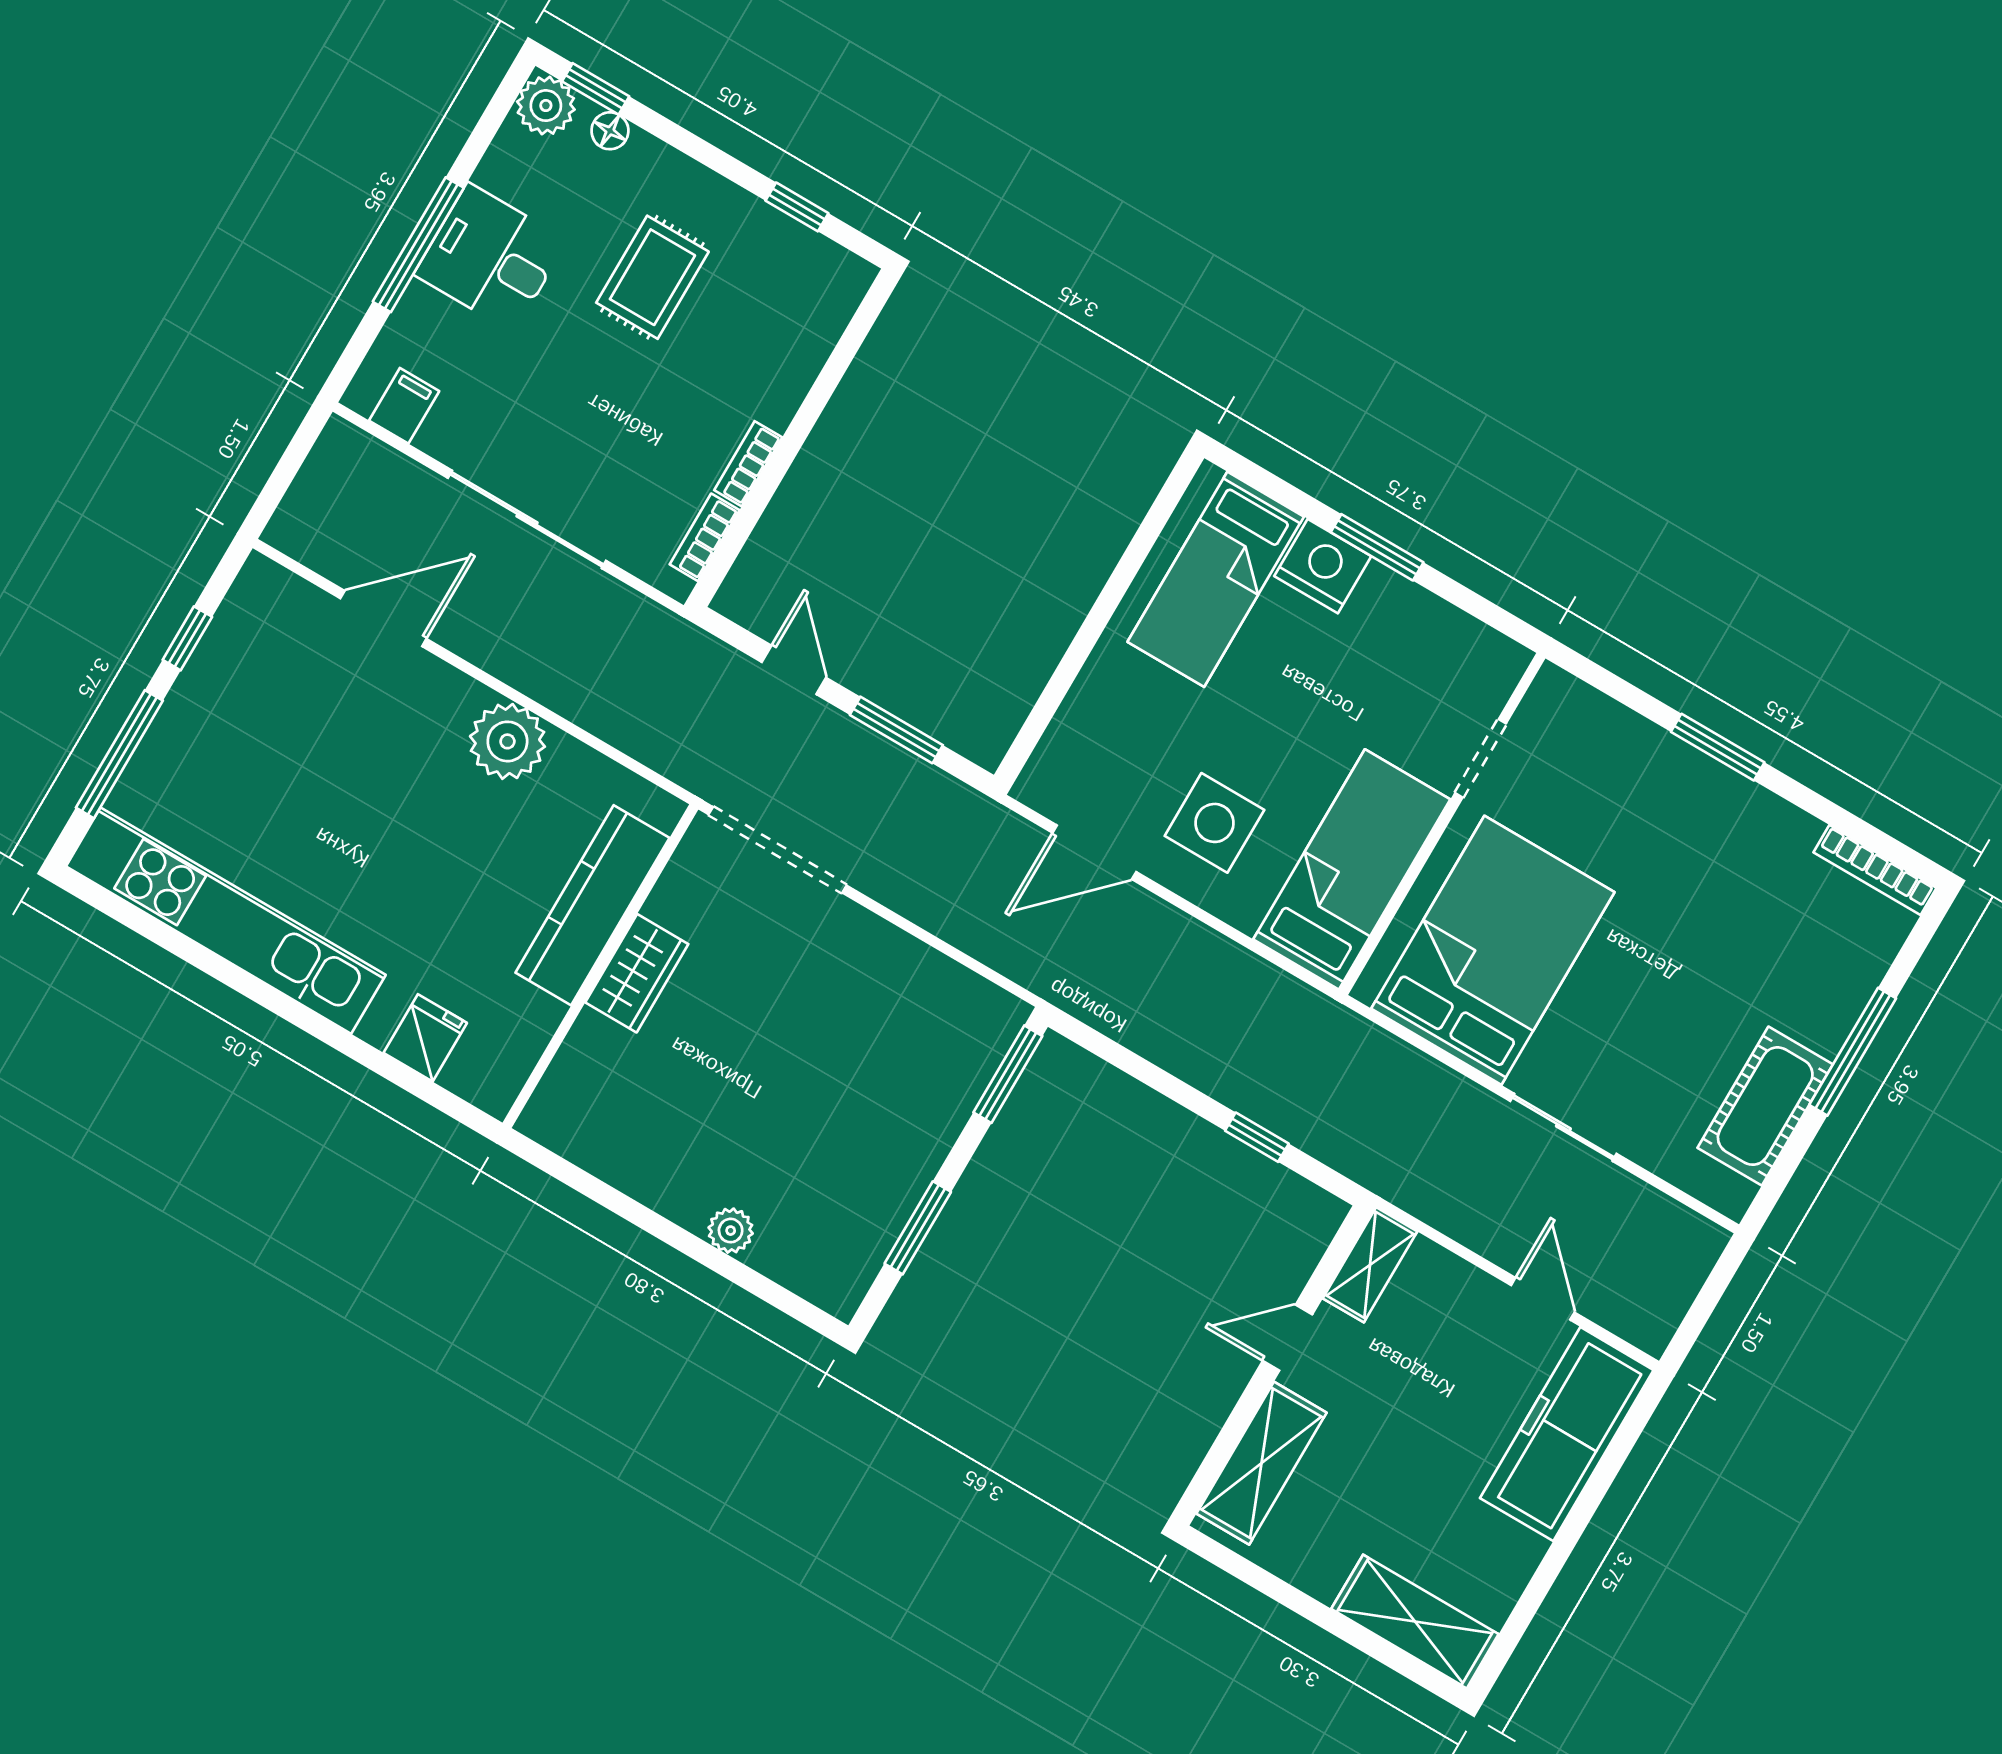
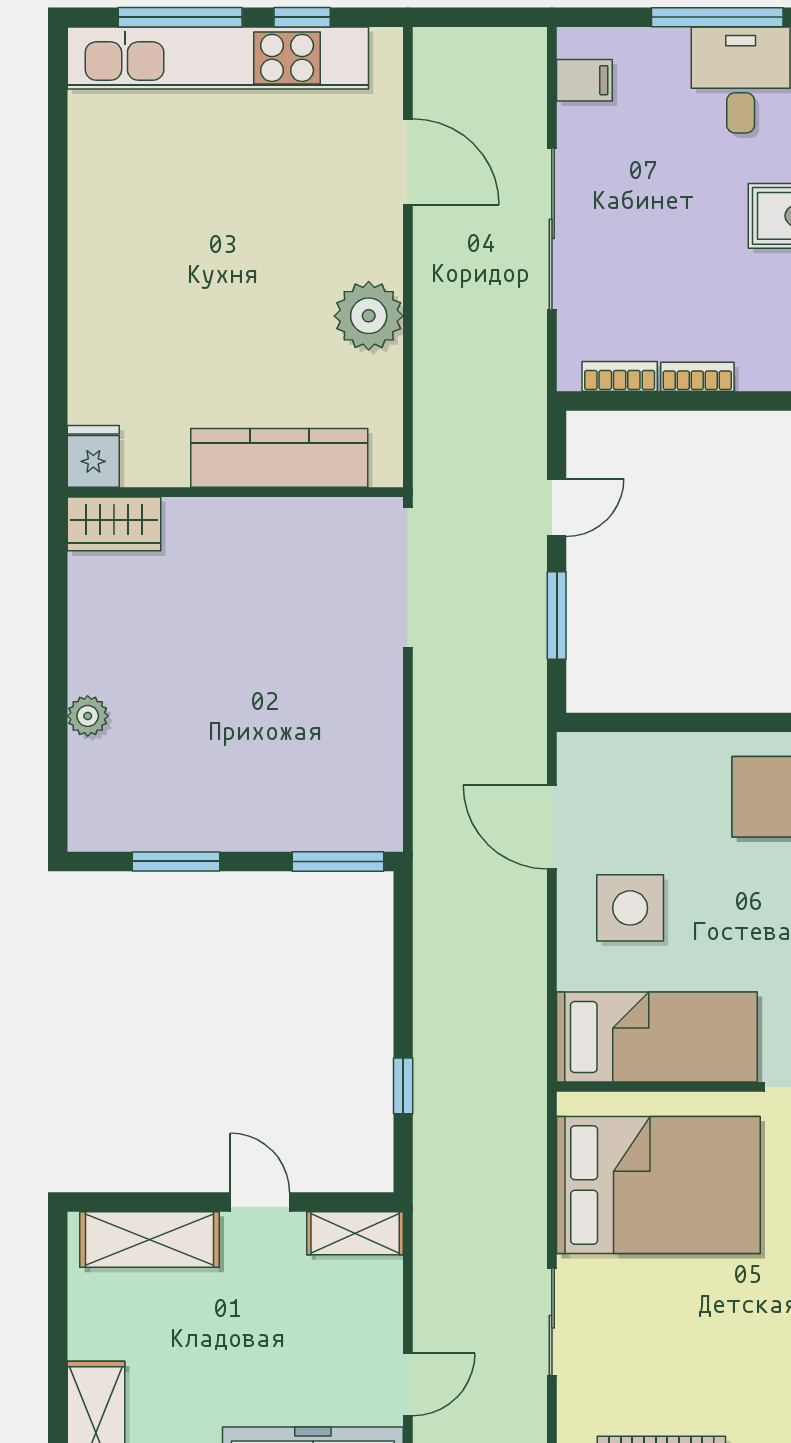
kitchen unit: (226, 921) -> (218, 58), moved, turned 90
wardrobe: (637, 973) -> (114, 524), moved
fridge: (425, 1038) -> (93, 456), moved, turned -90

